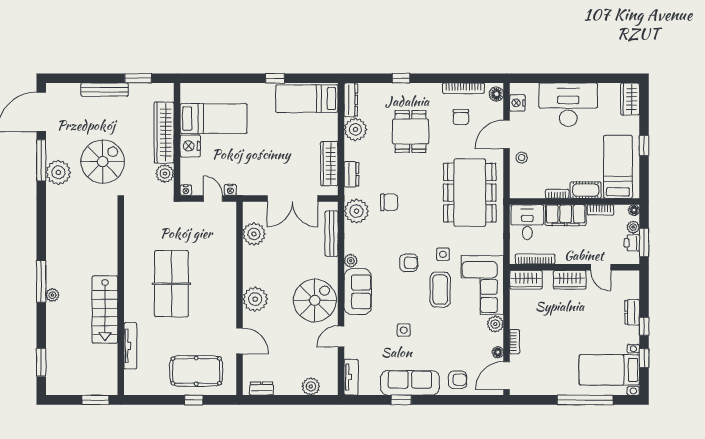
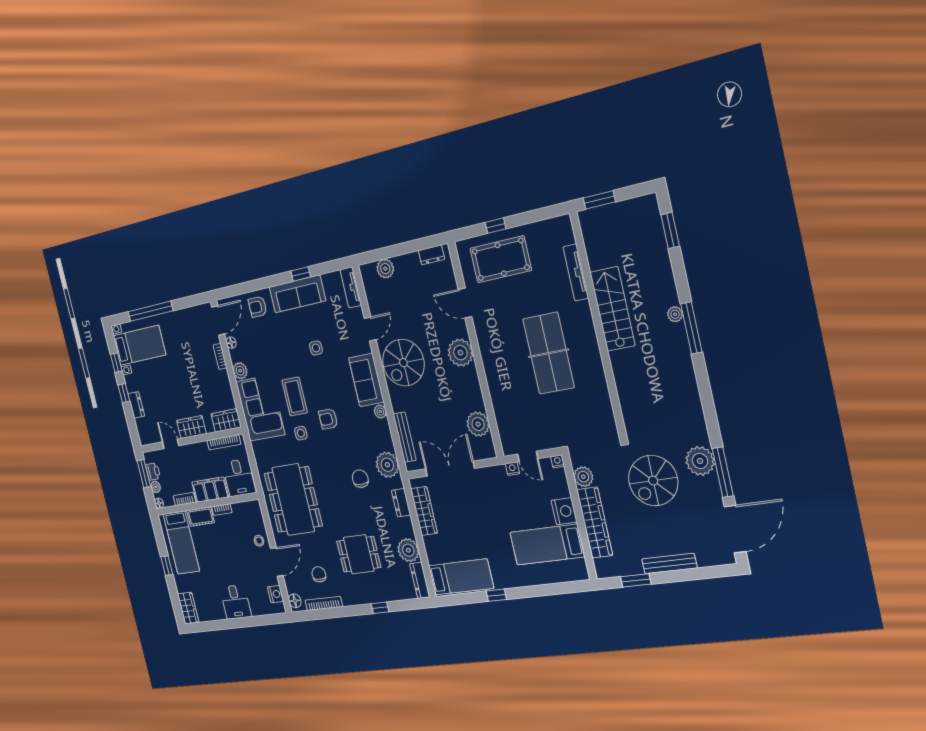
desk: (568, 105) -> (236, 602), width x0.53, depth x0.77
dining table: (411, 132) -> (359, 554), turned 90
chair: (389, 202) -> (360, 479), turned 90

